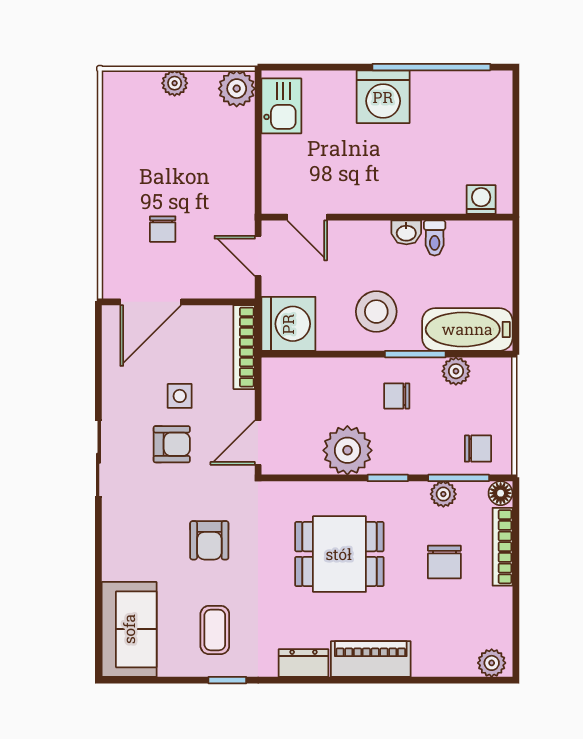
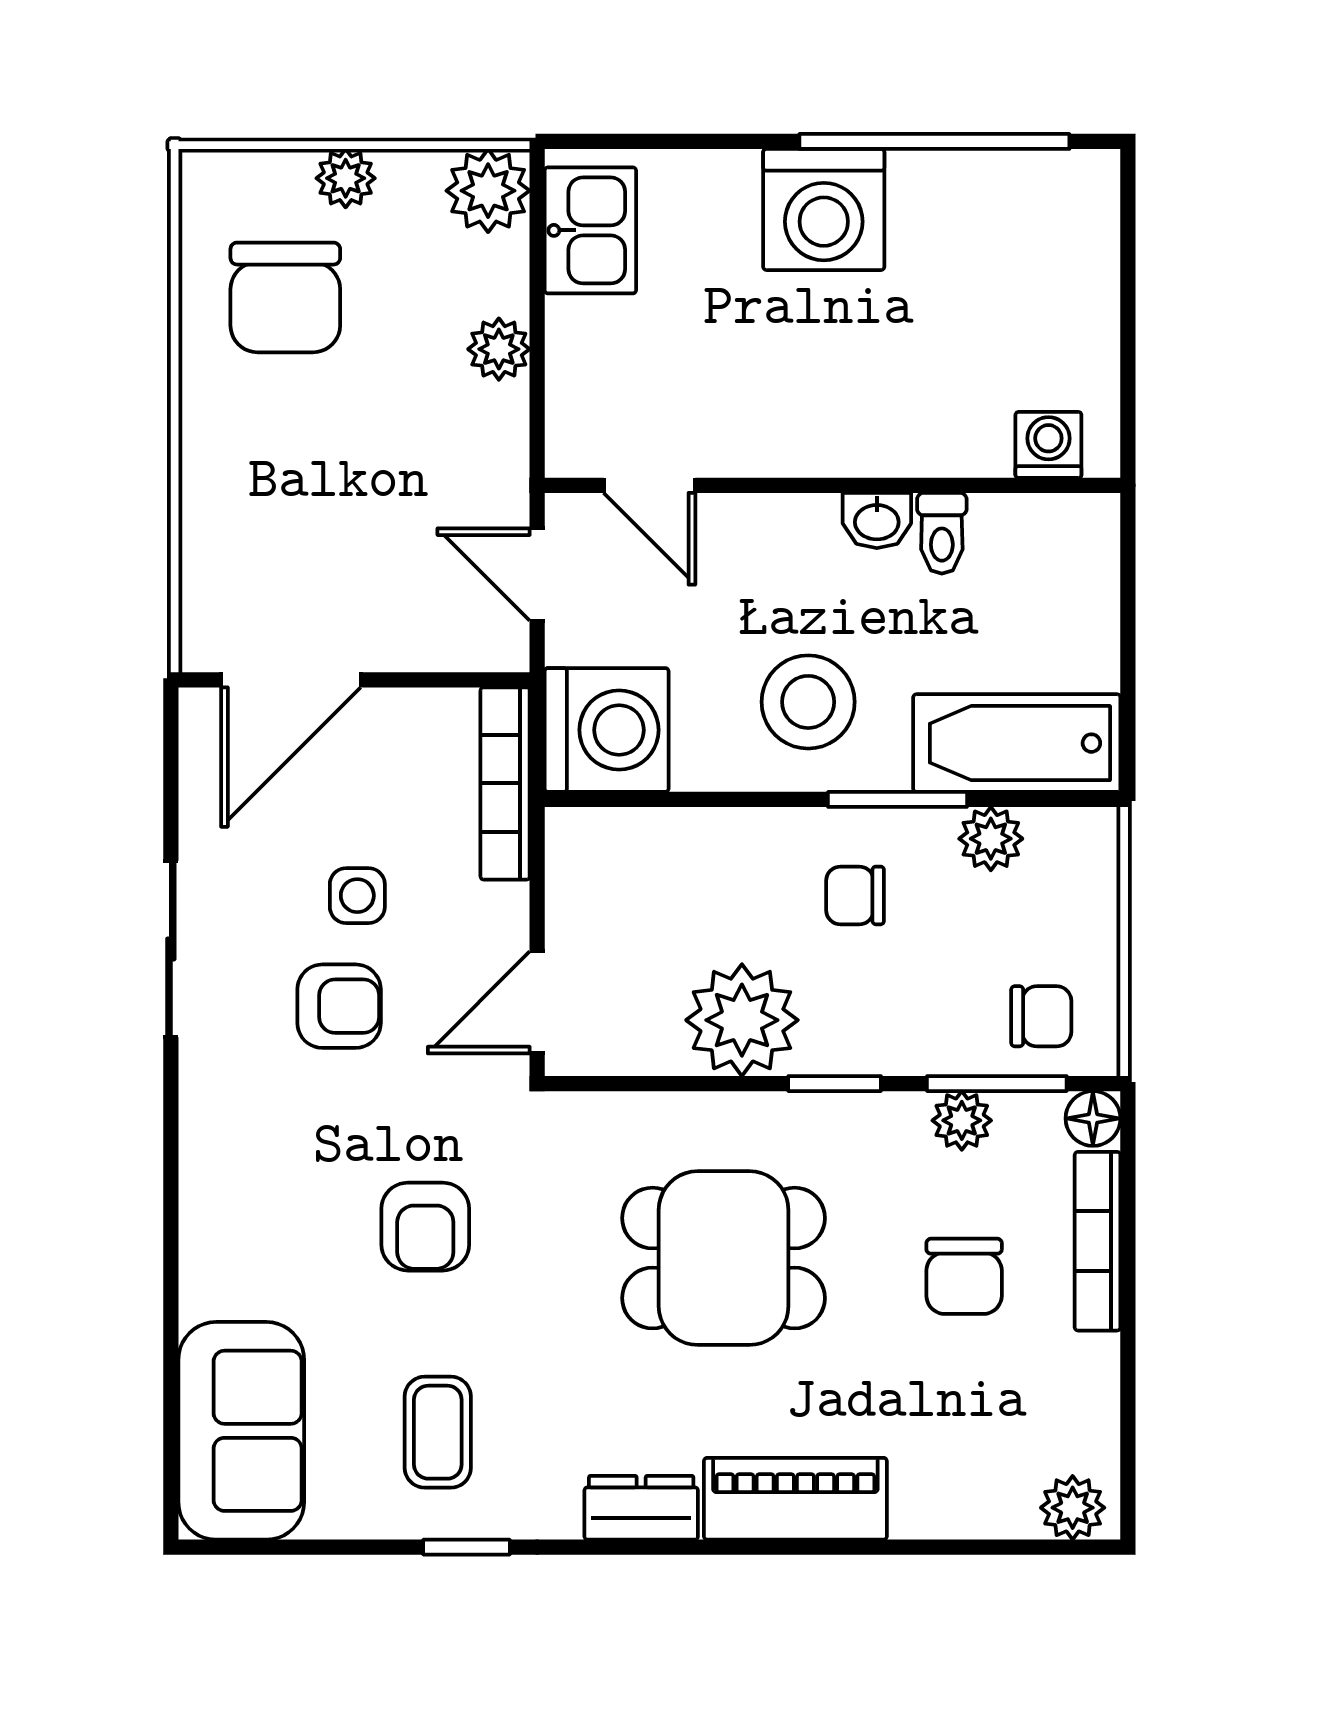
plant: (241, 158) -> (499, 349), added
chair: (163, 229) -> (285, 297), moved, width x1.87, depth x1.87
sliding door: (98, 458) -> (171, 949), moved

